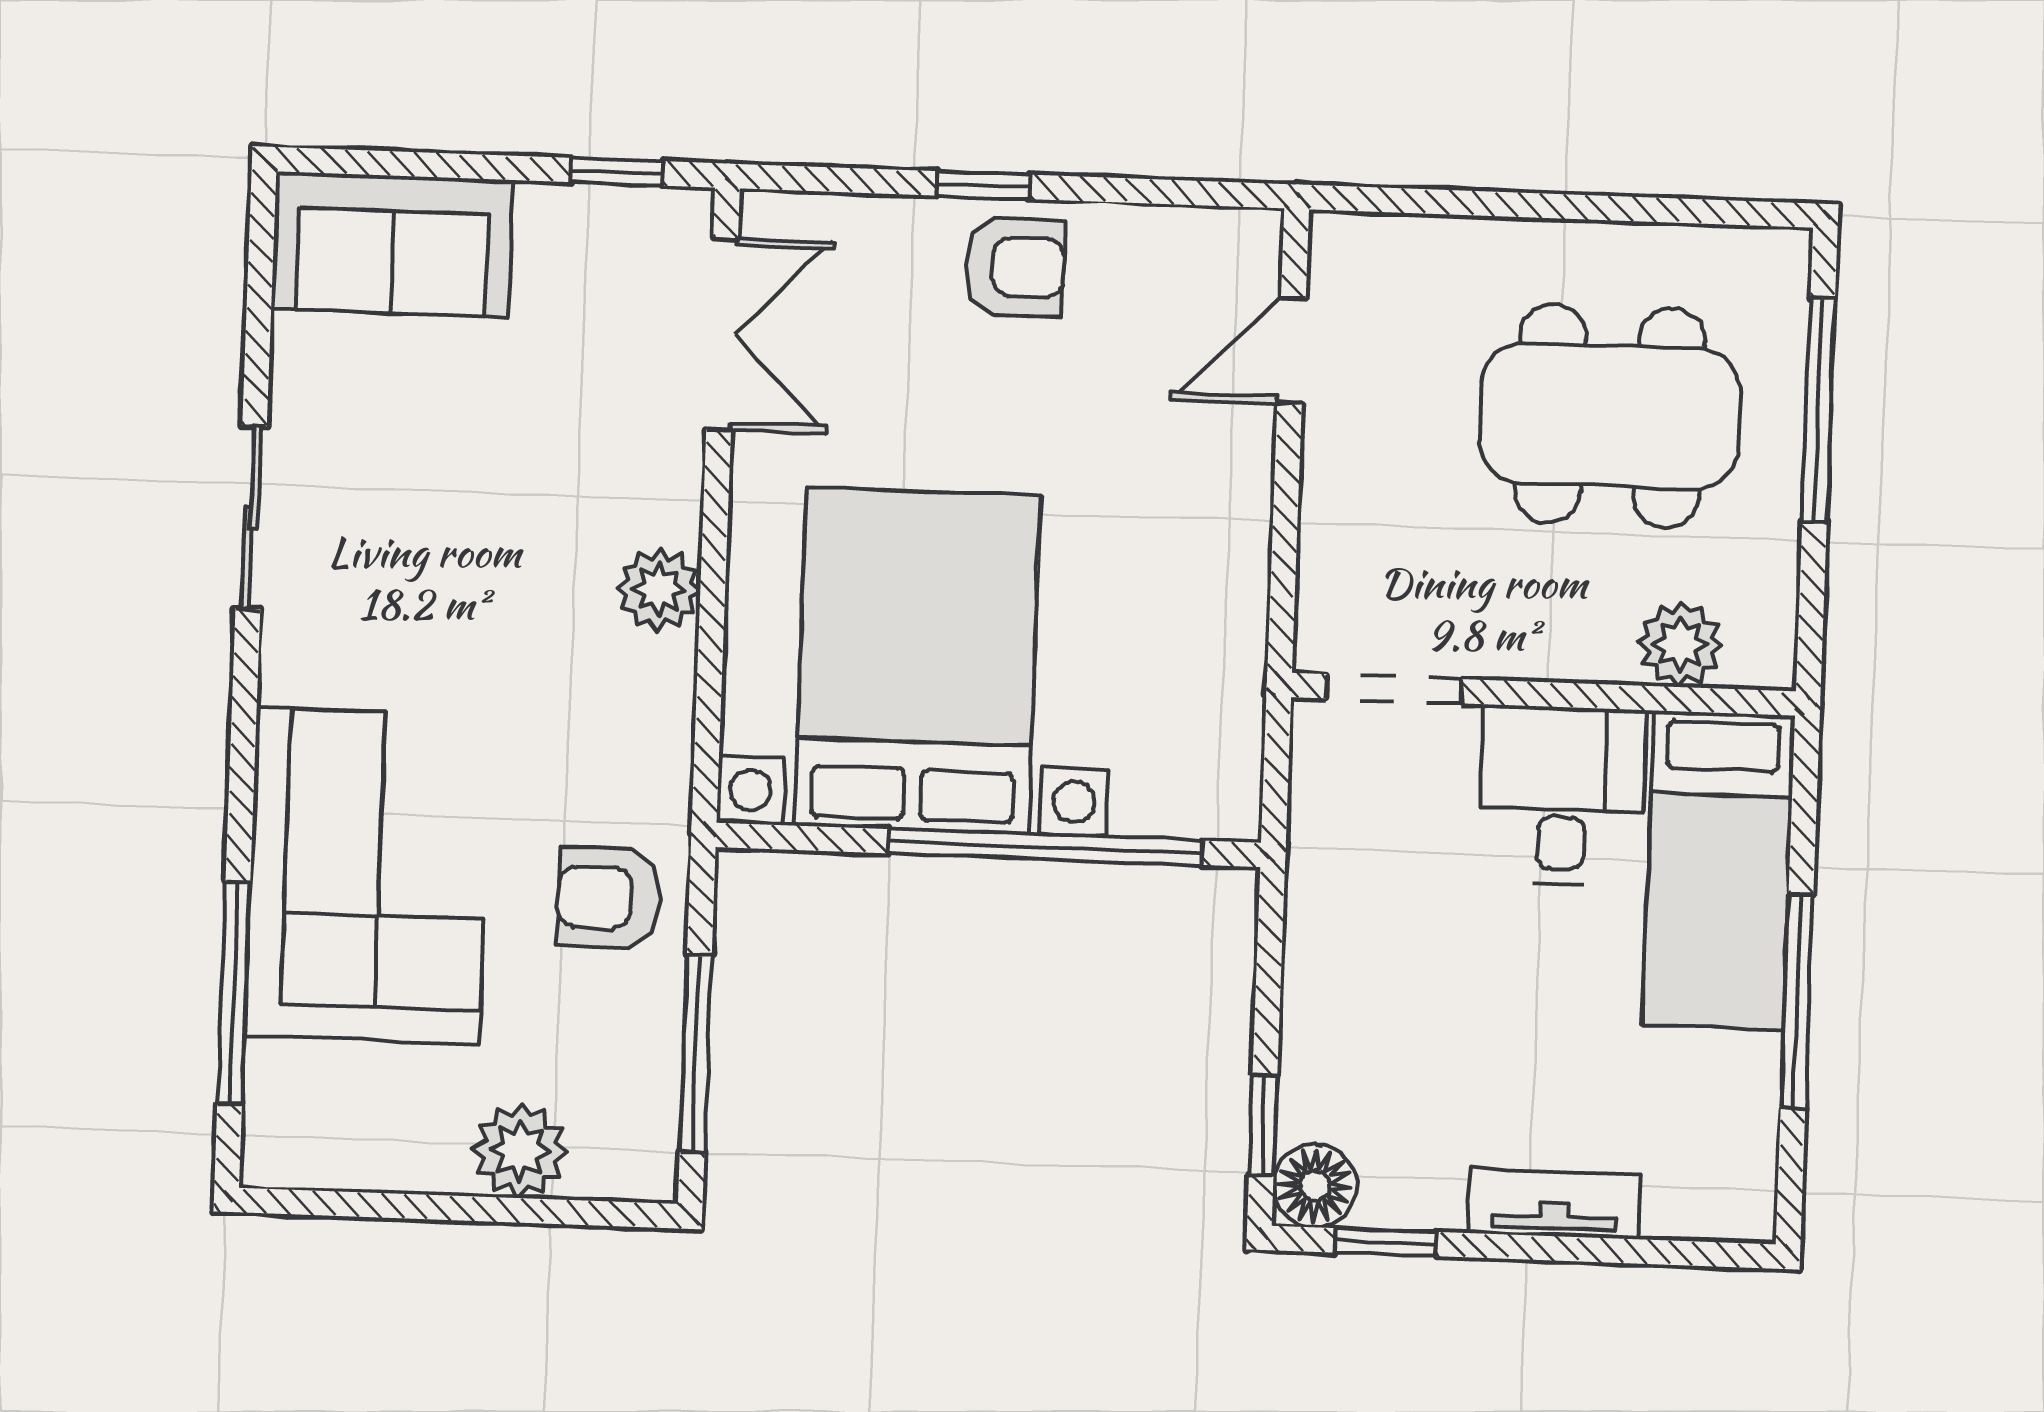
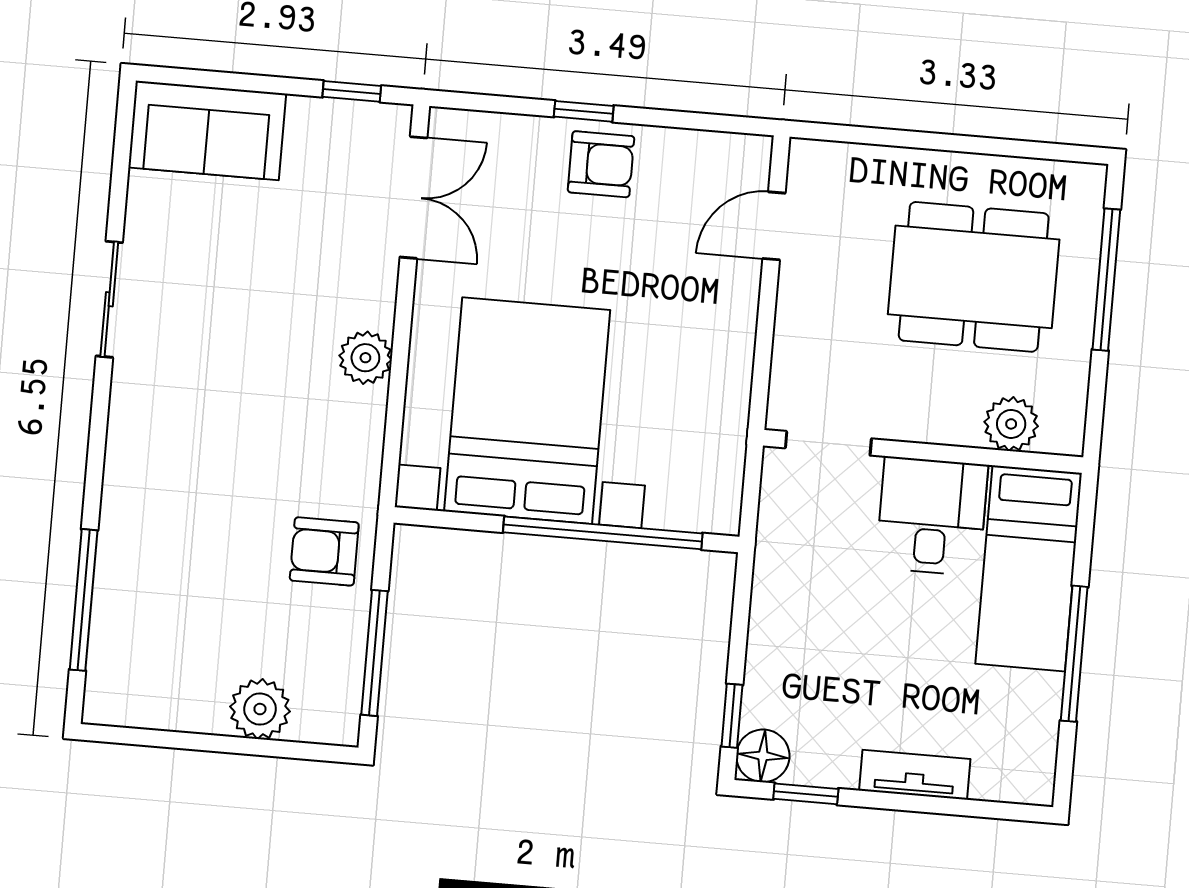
corner sofa: (368, 876) -> (172, 530), removed

